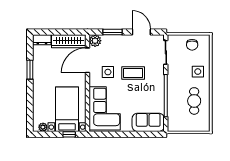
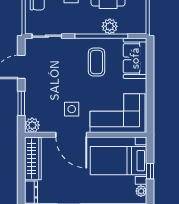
door: (88, 60) -> (71, 135), moved
coffee table: (133, 73) -> (97, 62), moved
plant: (174, 102) -> (110, 26), added
window: (69, 134) -> (150, 171), moved

